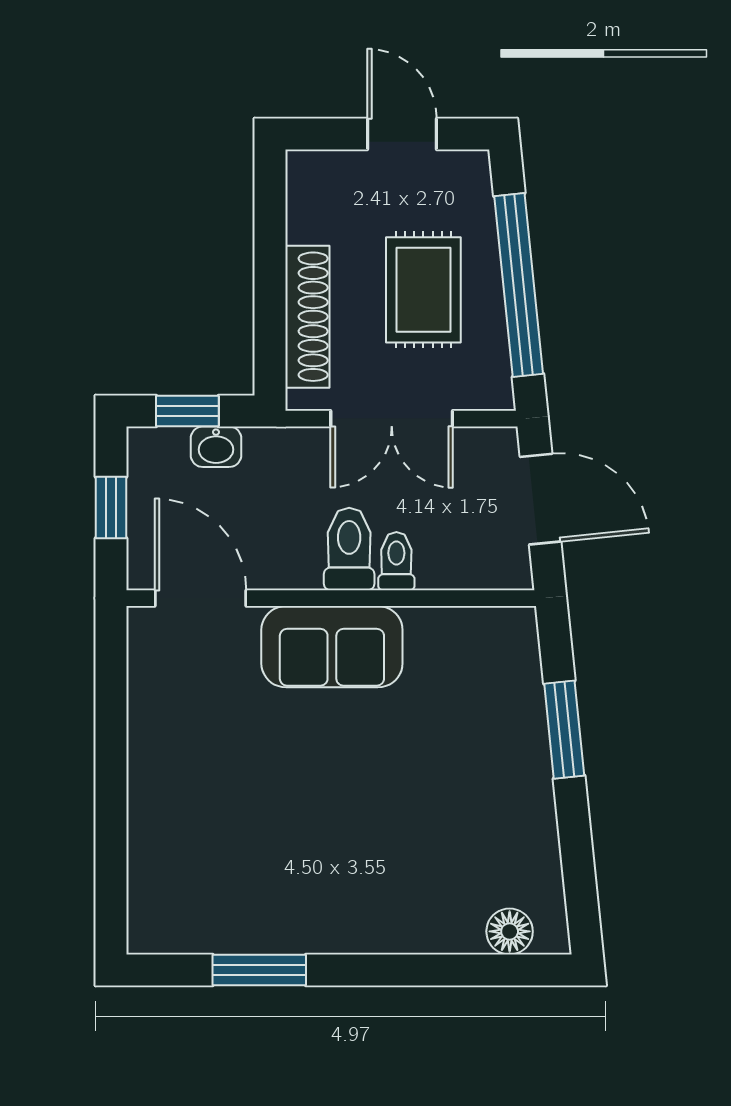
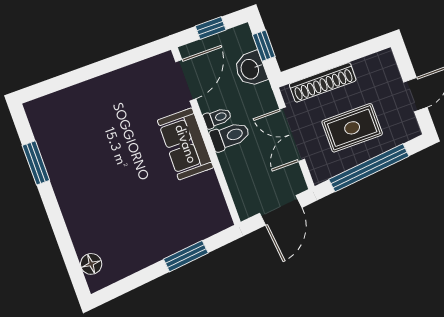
washbasin: (216, 447) -> (251, 69), width x1.38, depth x1.45
toilet: (396, 561) -> (217, 118), moved

